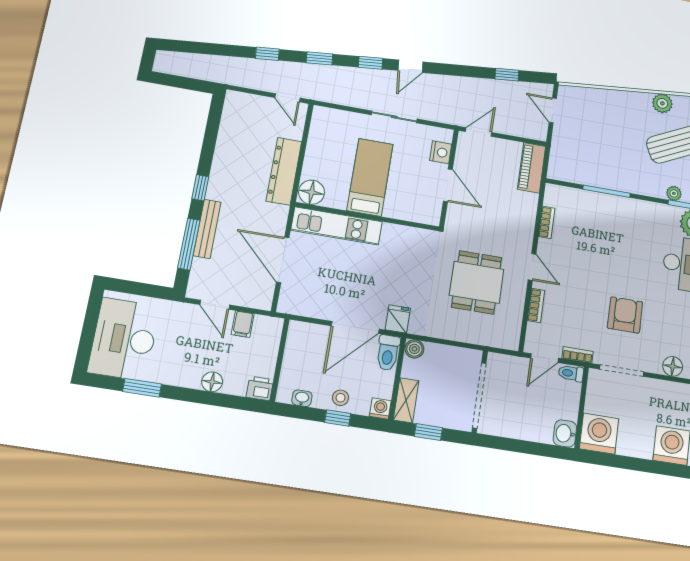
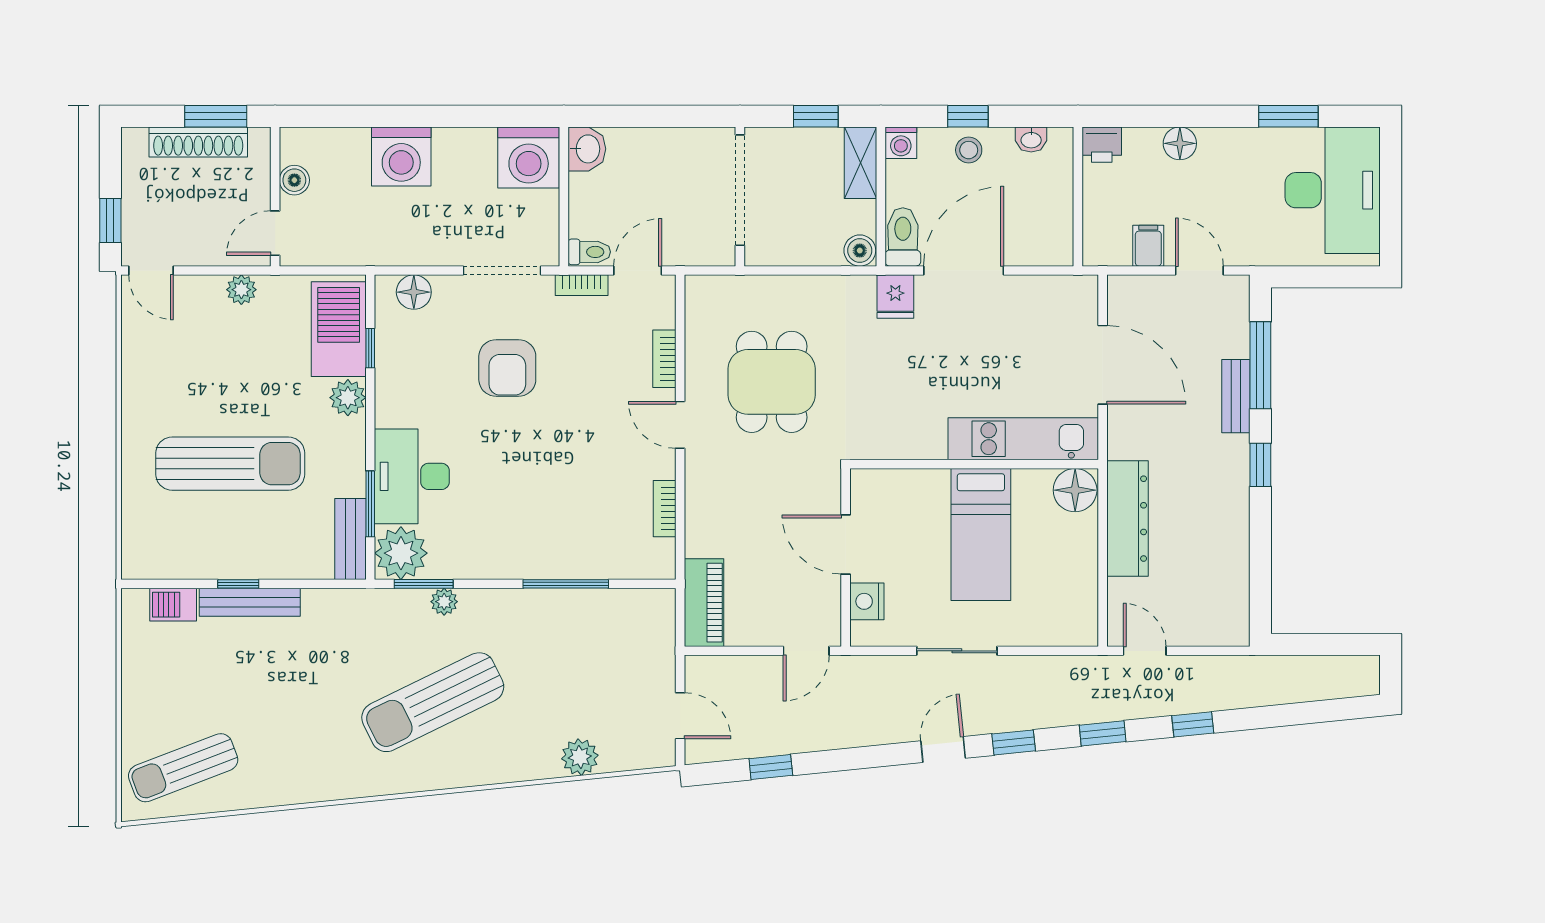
plant: (662, 103) -> (580, 757), moved
bench: (207, 229) -> (1236, 396), width x0.73

